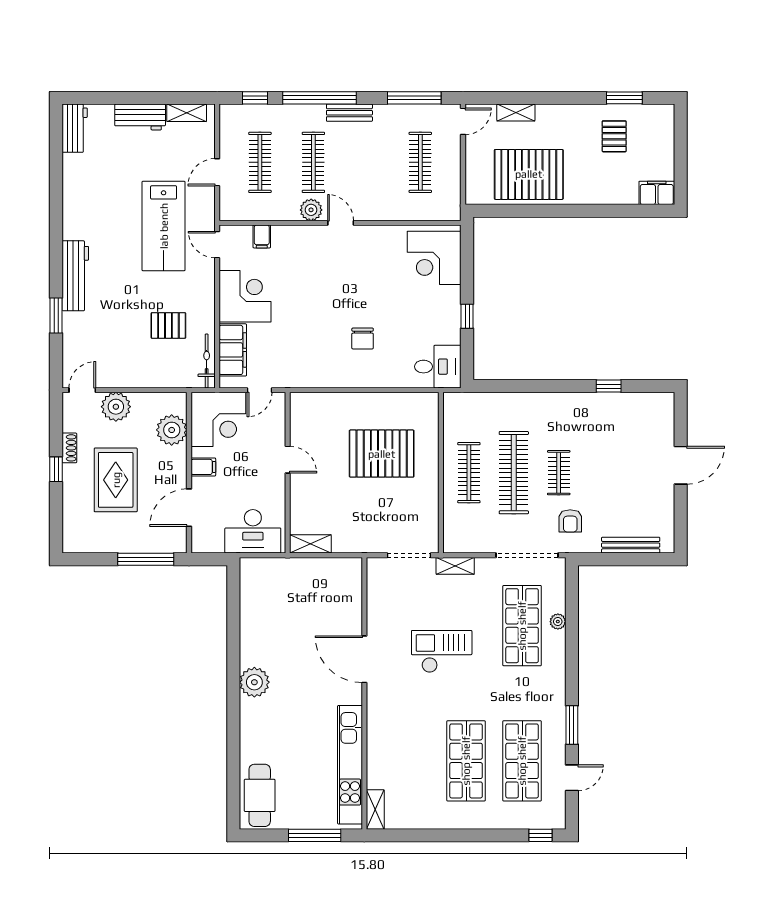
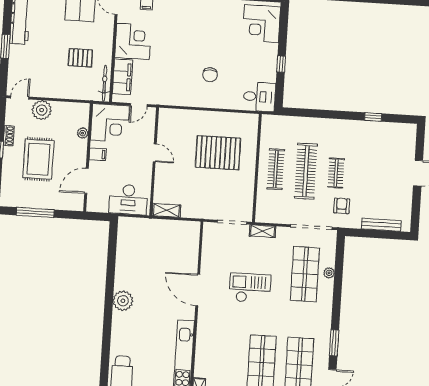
plant: (172, 430) -> (83, 133), width x0.53, depth x0.53
armchair: (570, 521) -> (342, 206), turned 180
window: (146, 559) -> (35, 212), moved

